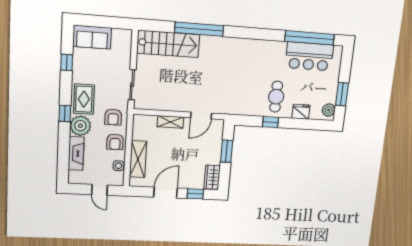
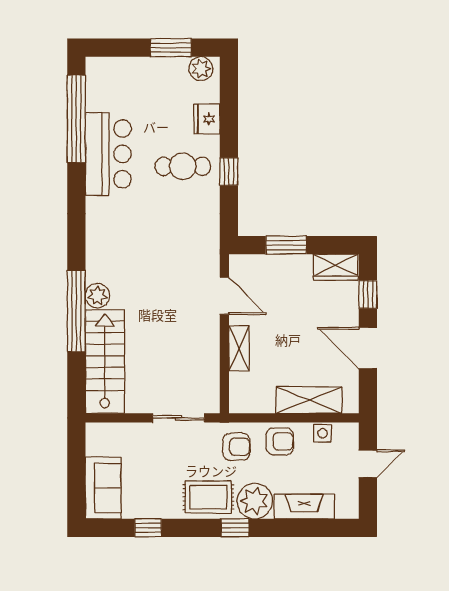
plant: (207, 42) -> (97, 296), added
bar counter: (309, 56) -> (108, 154), moved

